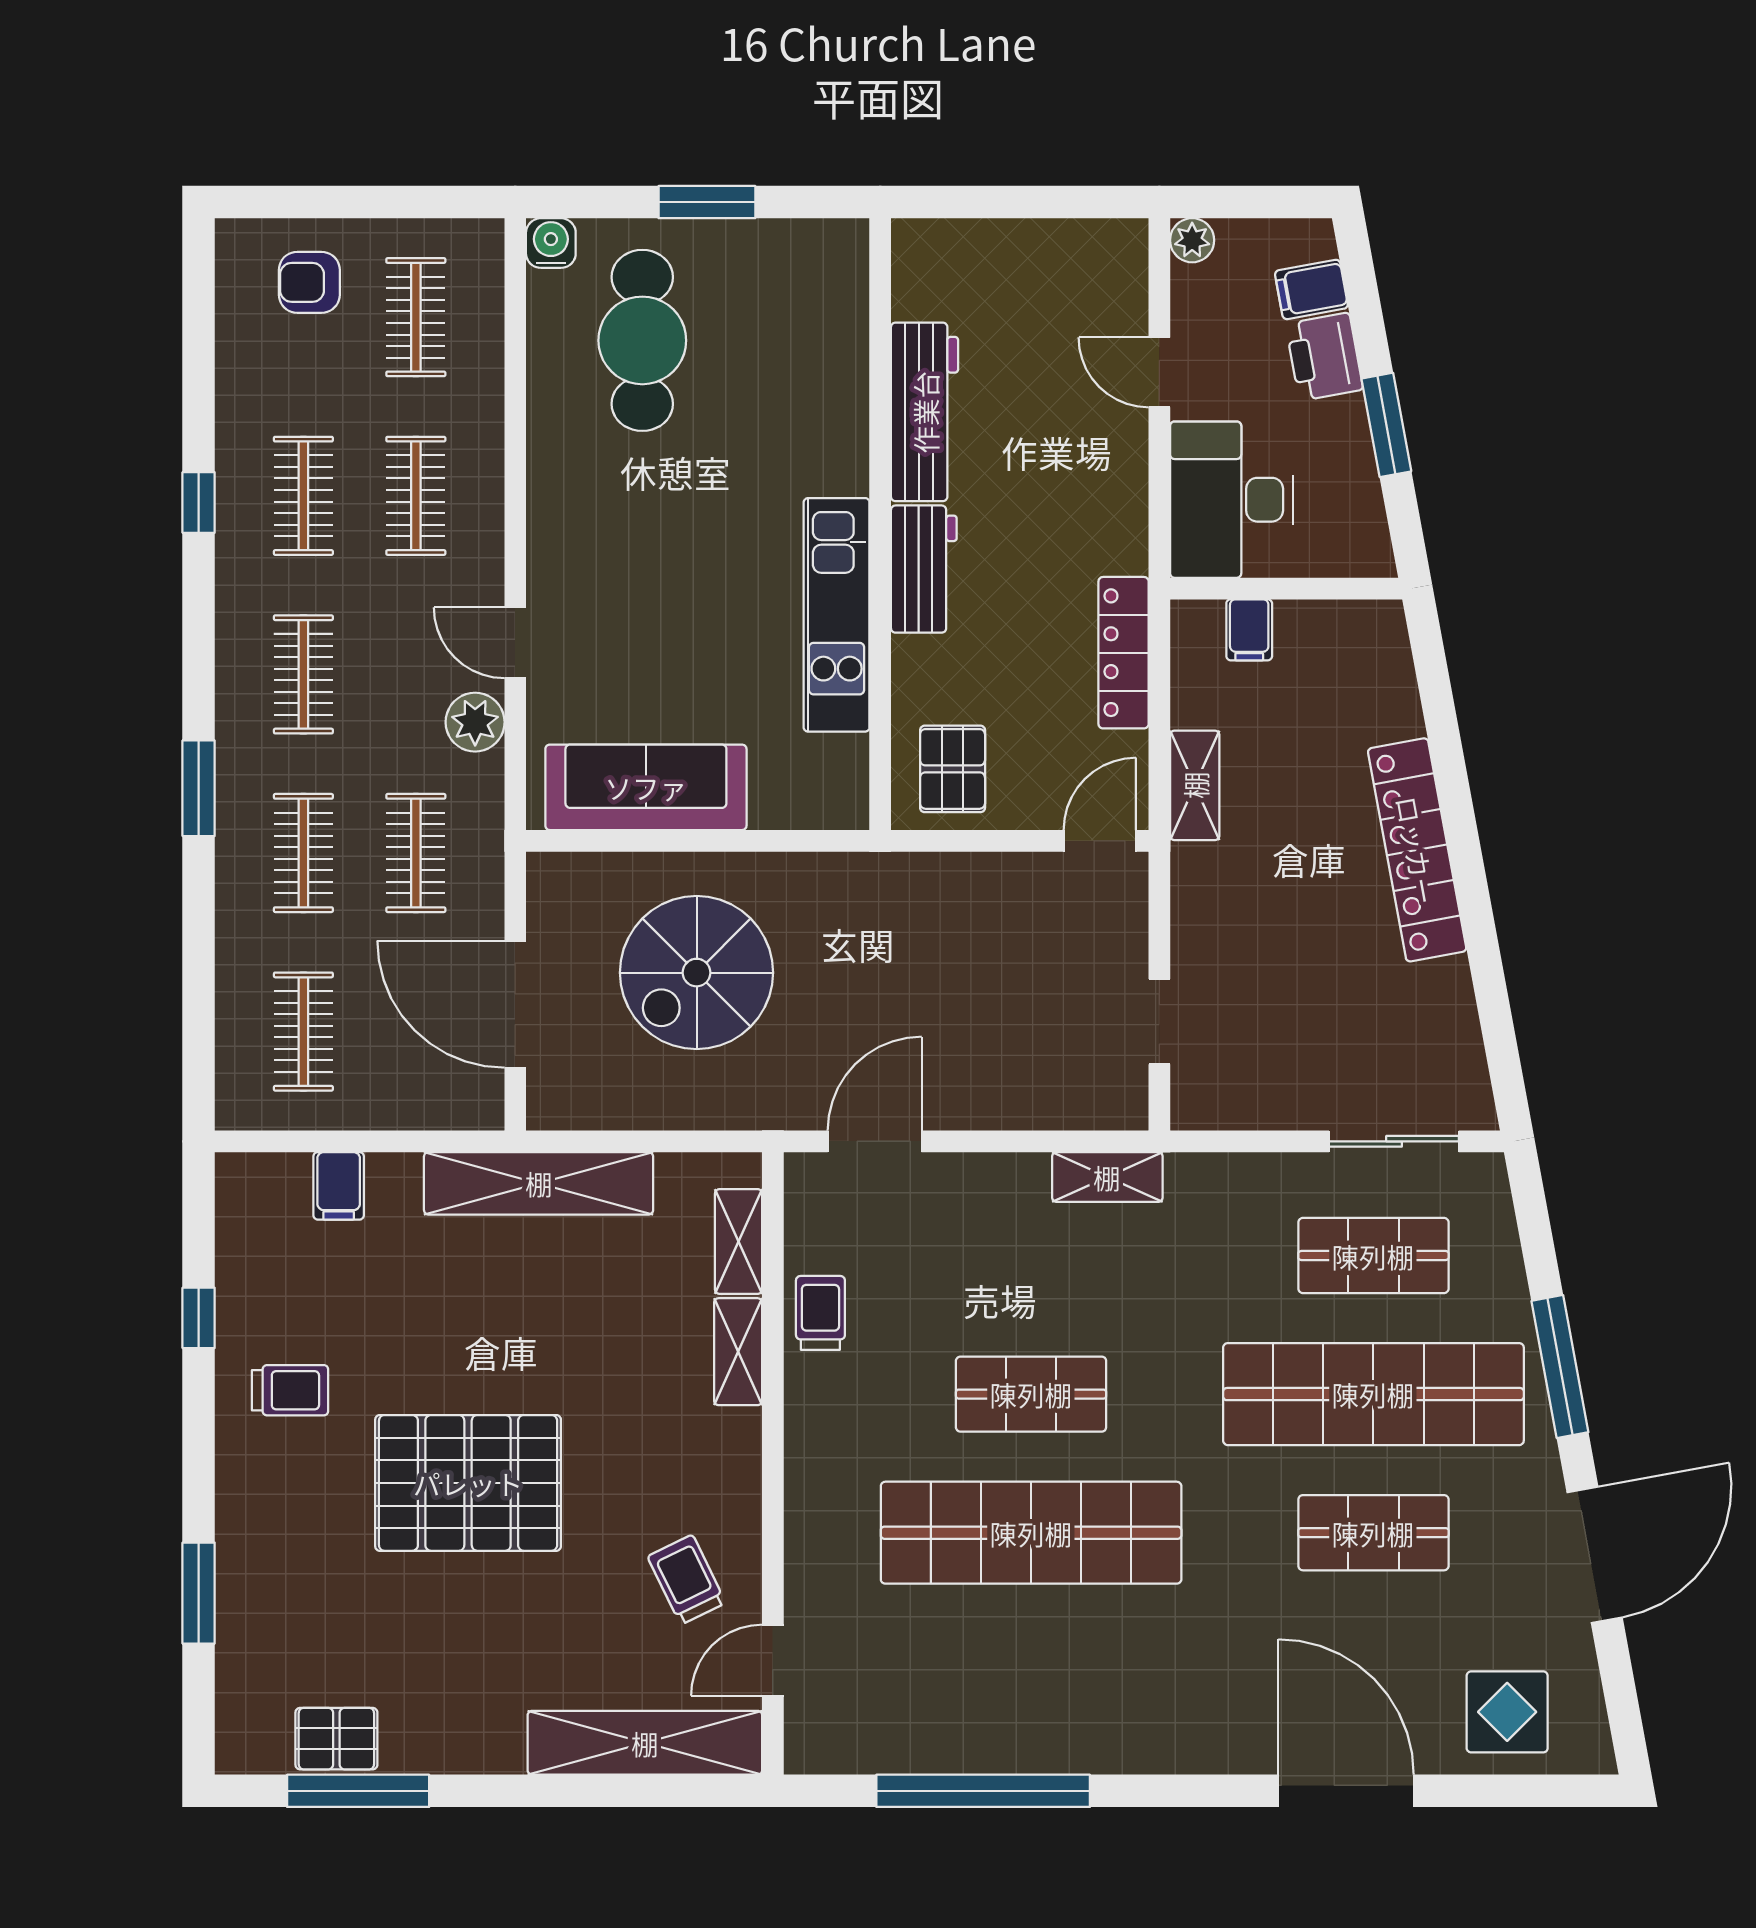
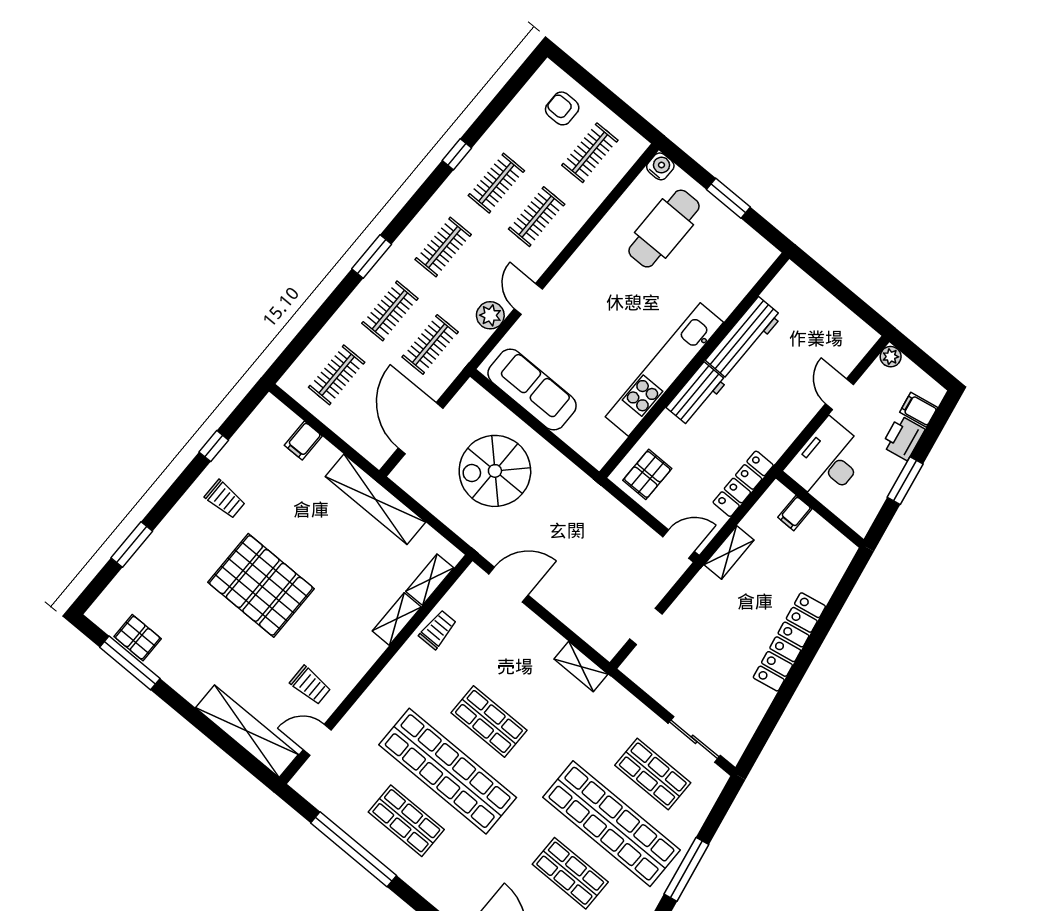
kitchen unit: (837, 615) -> (664, 369), width x1.36
trolley: (687, 1580) -> (310, 685), turned 116
shop shelf: (1031, 1671) -> (406, 821), added

